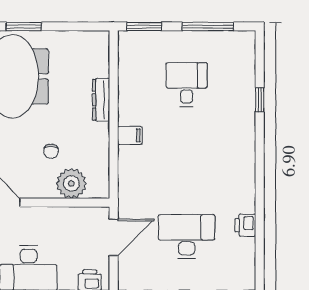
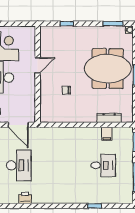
dresser: (101, 100) -> (109, 118), moved
filing cabinet: (130, 135) -> (107, 134), moved
plant: (71, 183) -> (48, 101), removed

